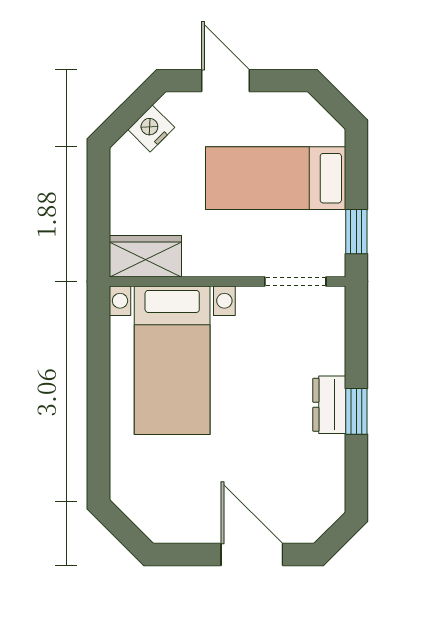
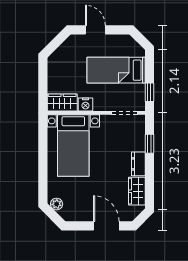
nightstand: (151, 128) -> (85, 105), moved, turned -135
window: (356, 411) -> (149, 144), moved
wardrobe: (326, 471) -> (137, 191), added
plant: (132, 502) -> (57, 204), added

